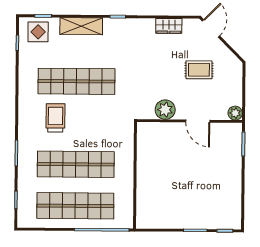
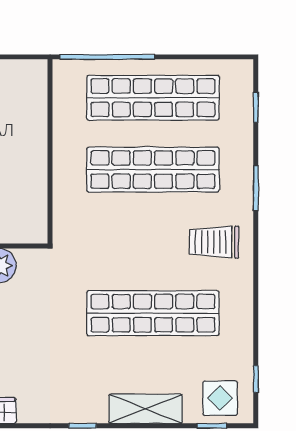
trolley: (55, 118) -> (214, 242), moved, turned 90

